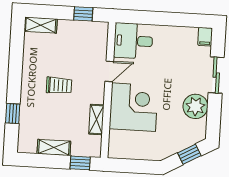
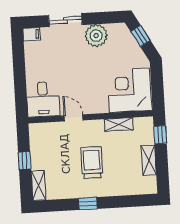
window: (83, 14) -> (25, 161), moved
trolley: (59, 85) -> (92, 162), width x1.36, depth x1.39
corner desk: (134, 107) -> (129, 90), moved
window: (13, 114) -> (88, 203), moved

